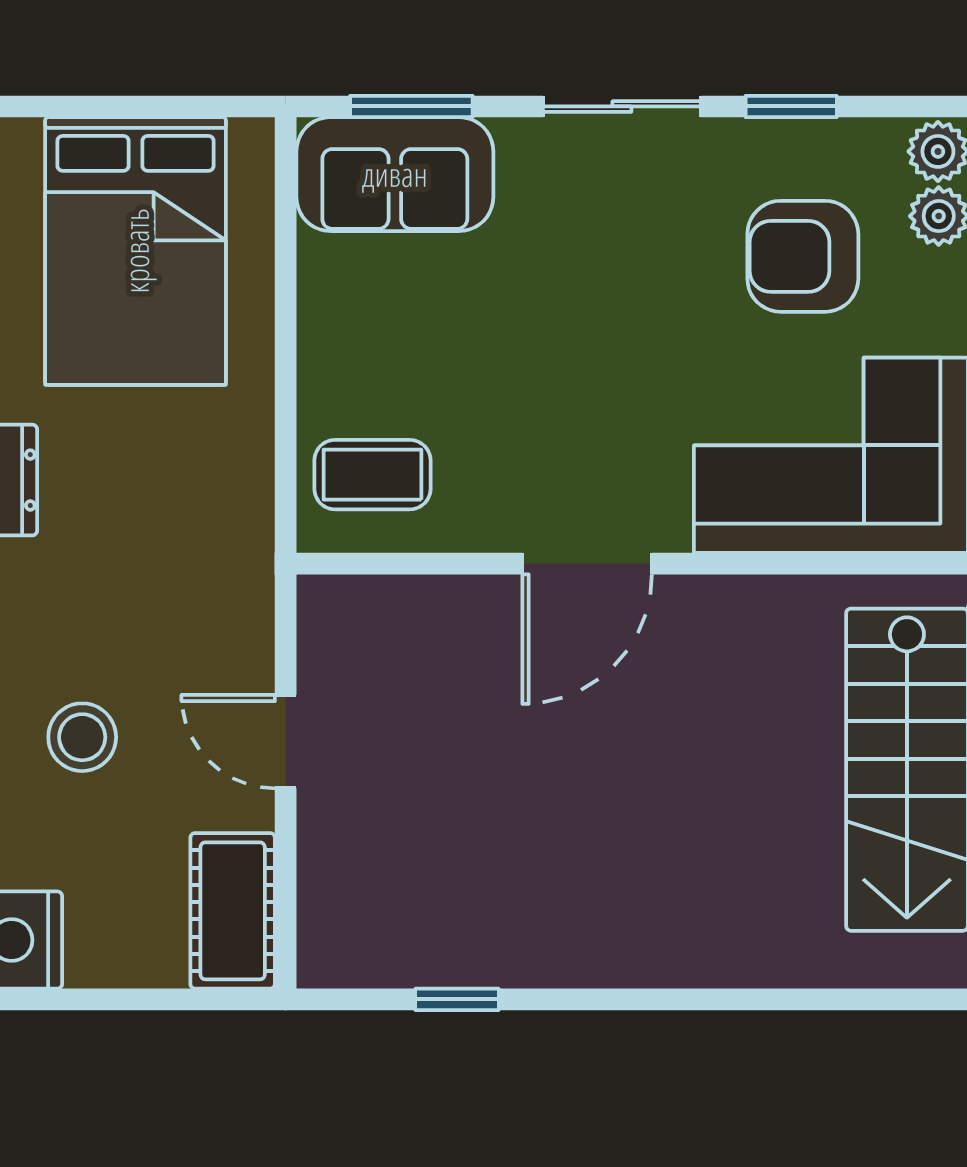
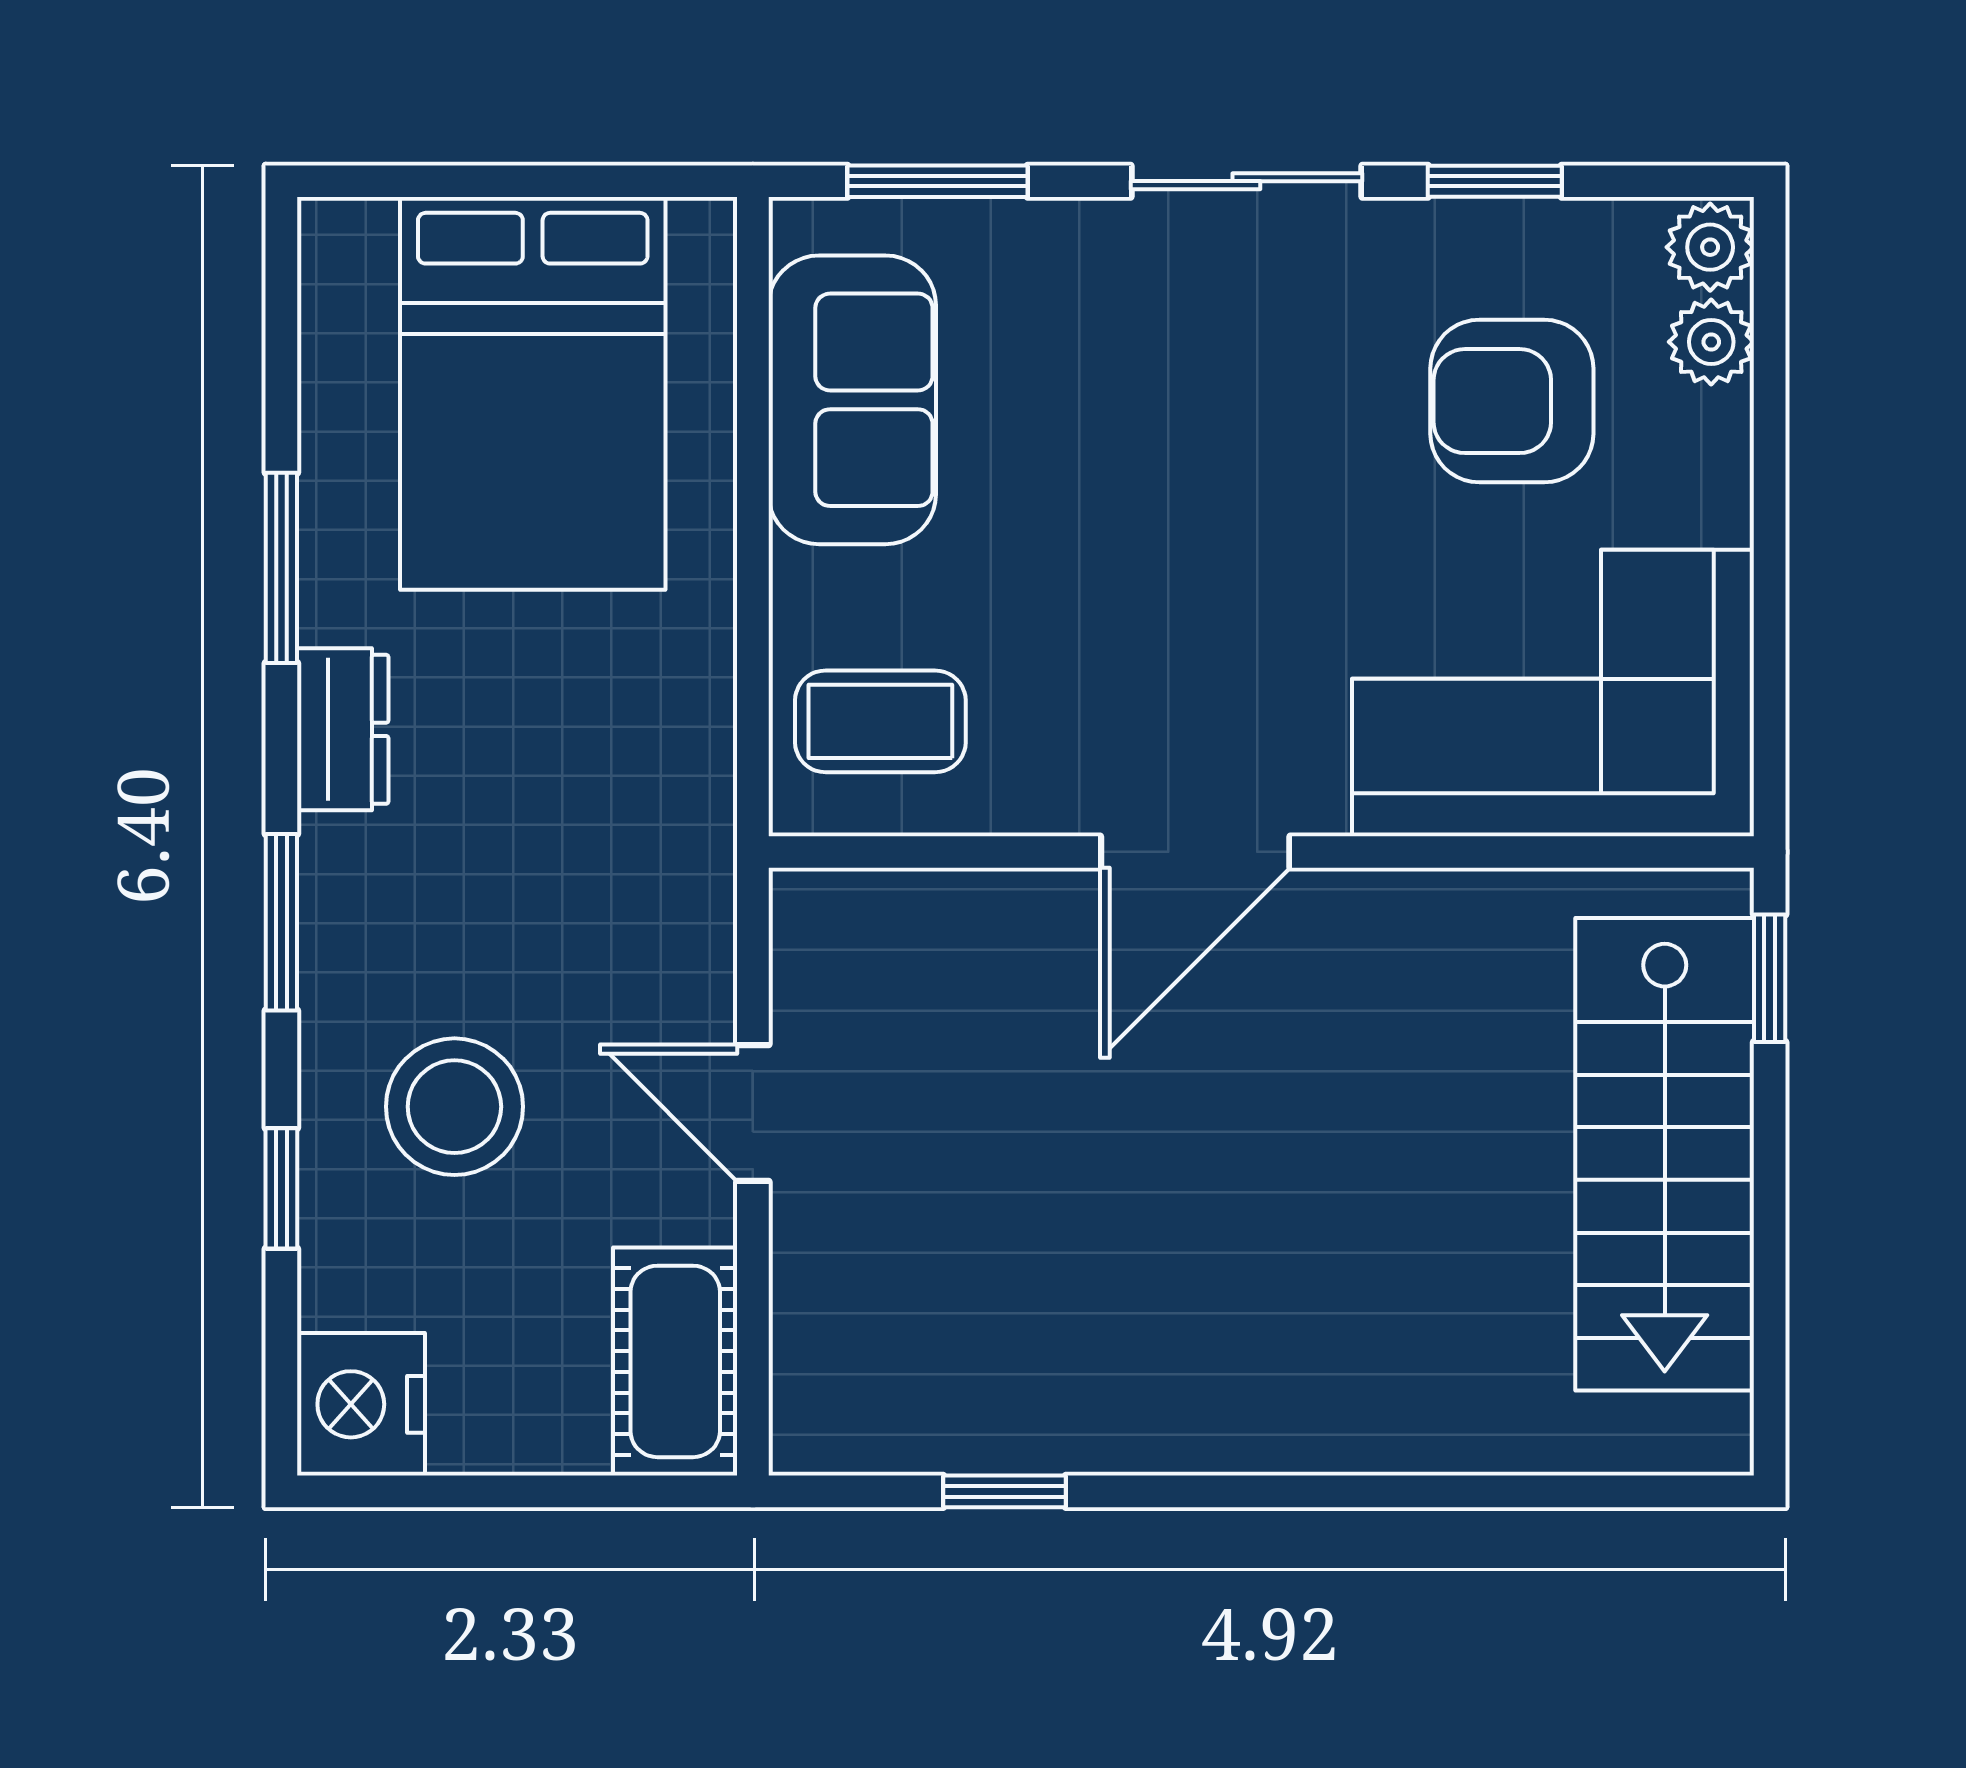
sofa: (395, 174) -> (852, 400), moved, turned -90
stool: (82, 737) -> (454, 1107), width x1.38, depth x1.38

